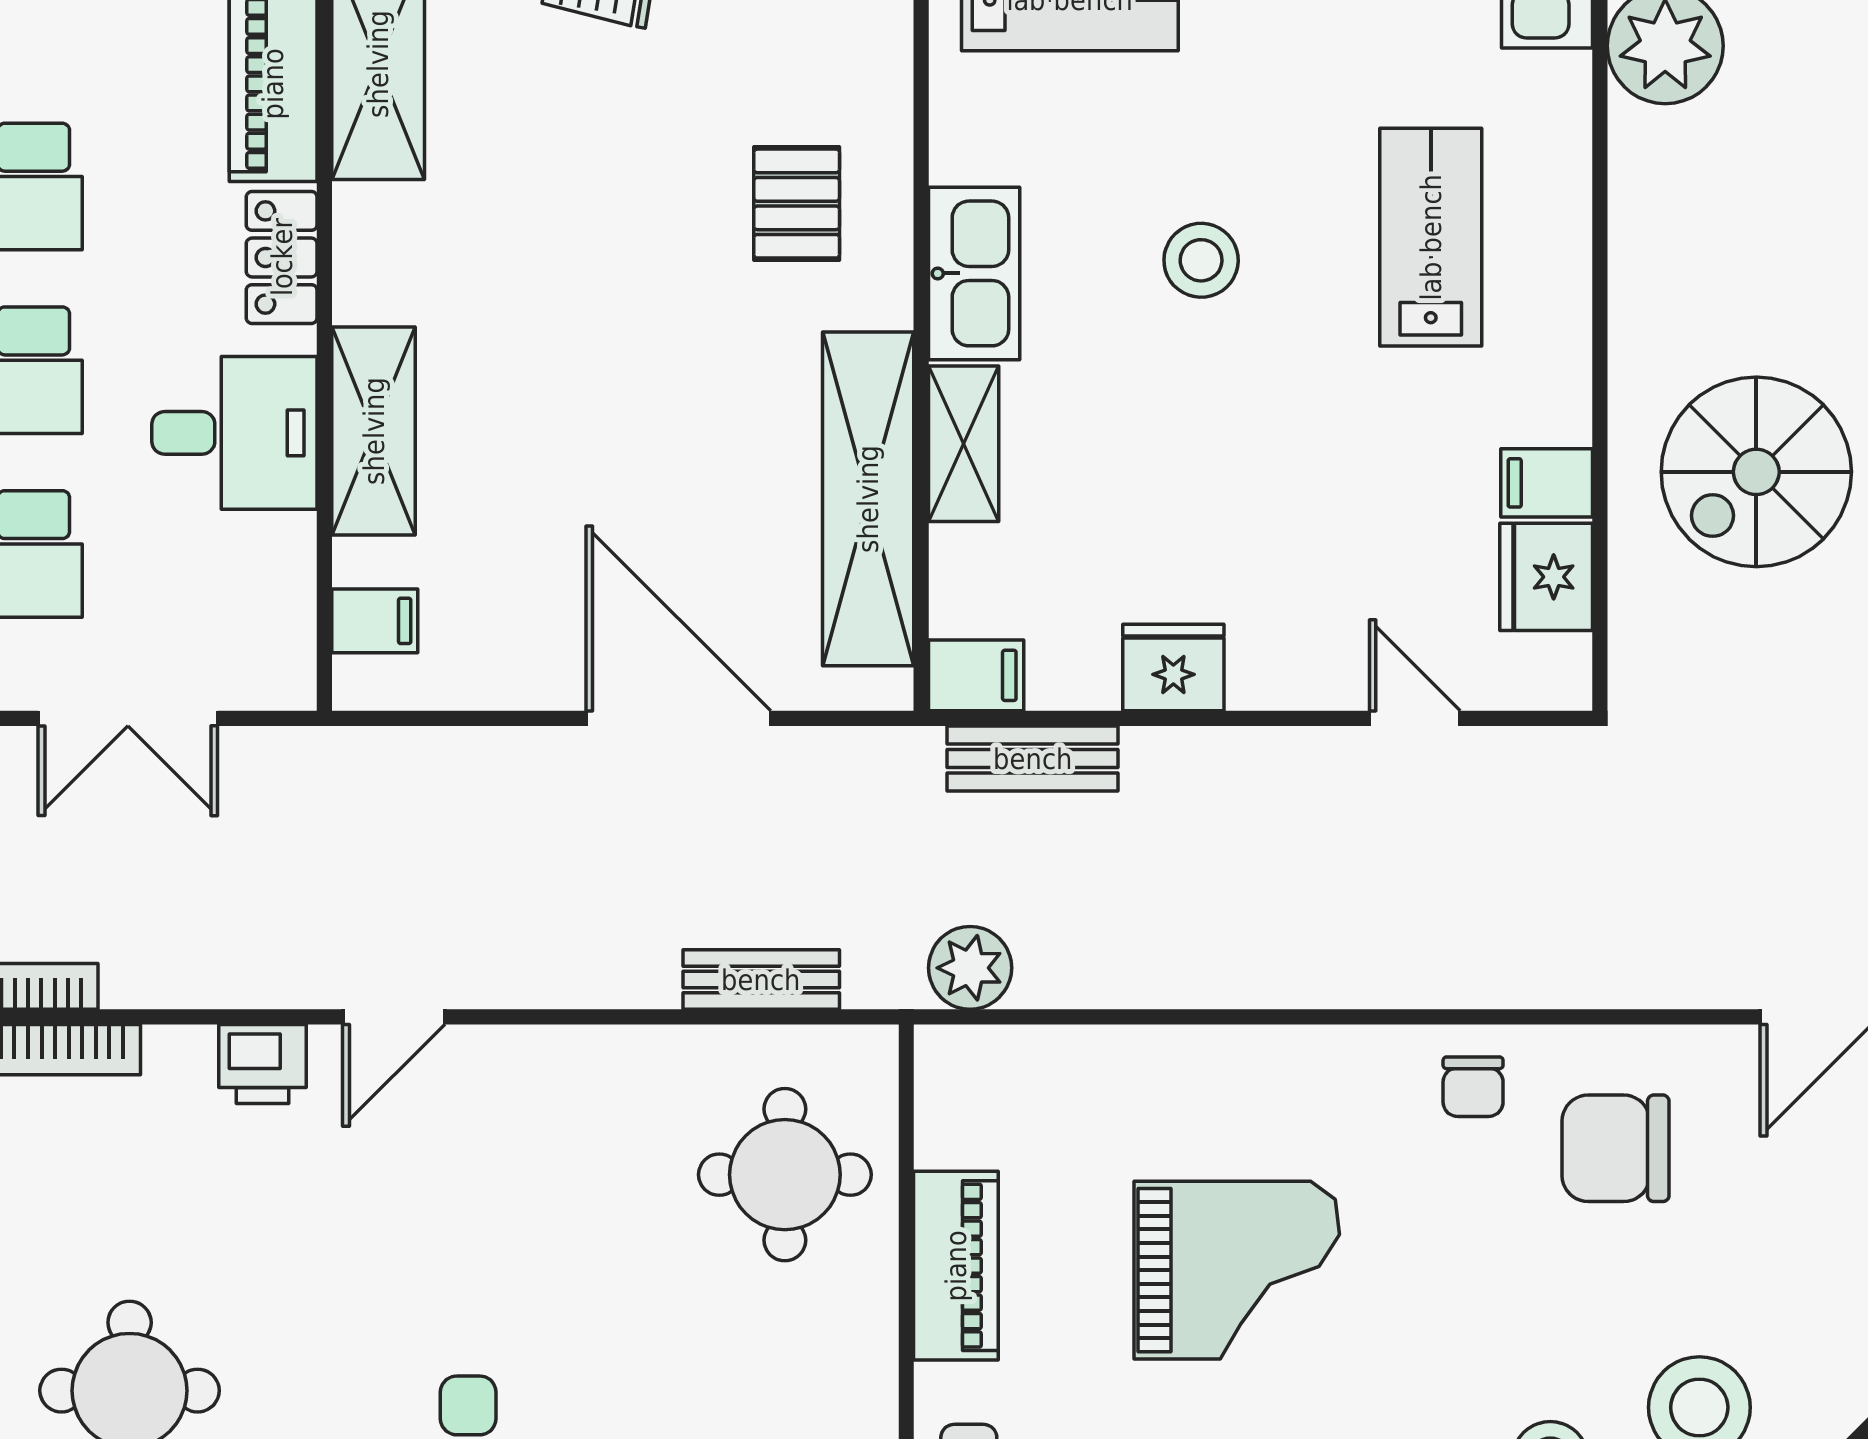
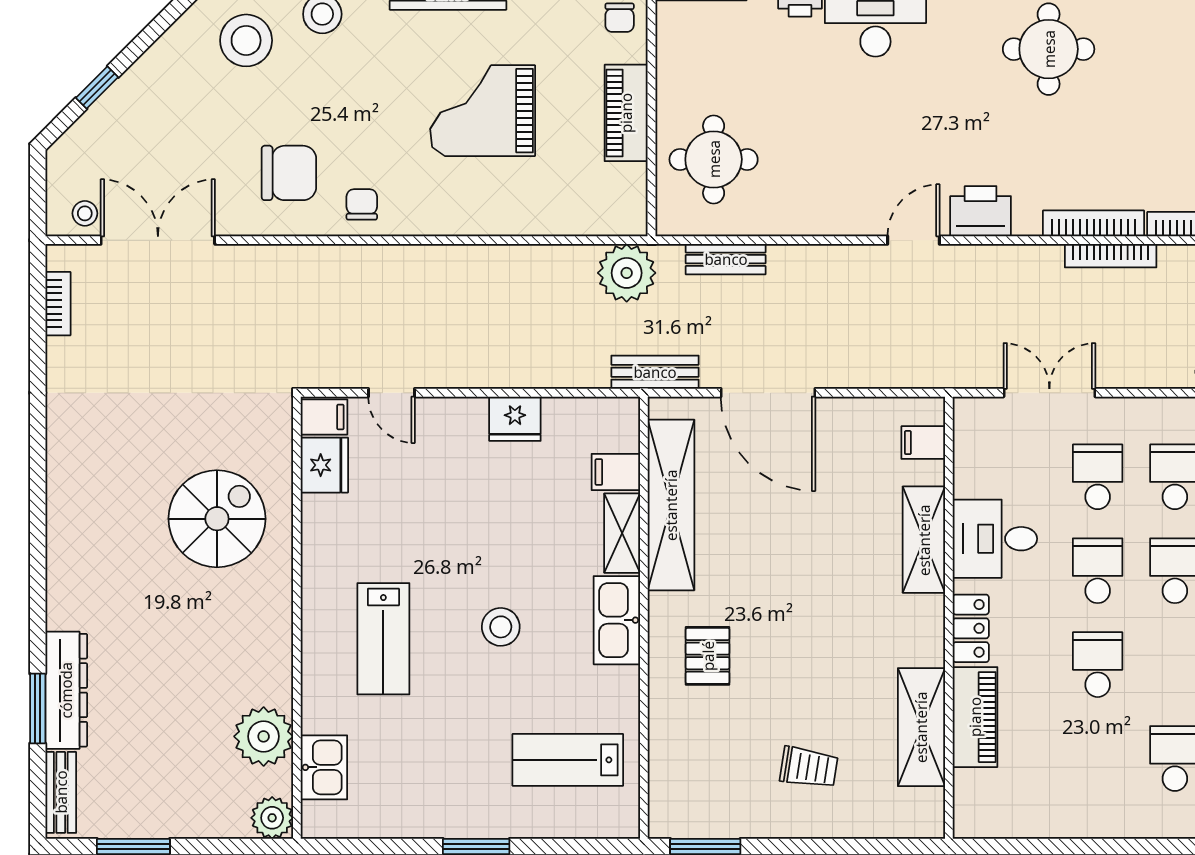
filing cabinet: (1547, 483) -> (324, 417), moved
filing cabinet: (976, 675) -> (616, 472), moved
bench: (1033, 759) -> (655, 372), moved
plant: (970, 968) -> (627, 273), width x1.36, depth x1.36
printer: (263, 1064) -> (981, 211), width x1.36, depth x1.24

